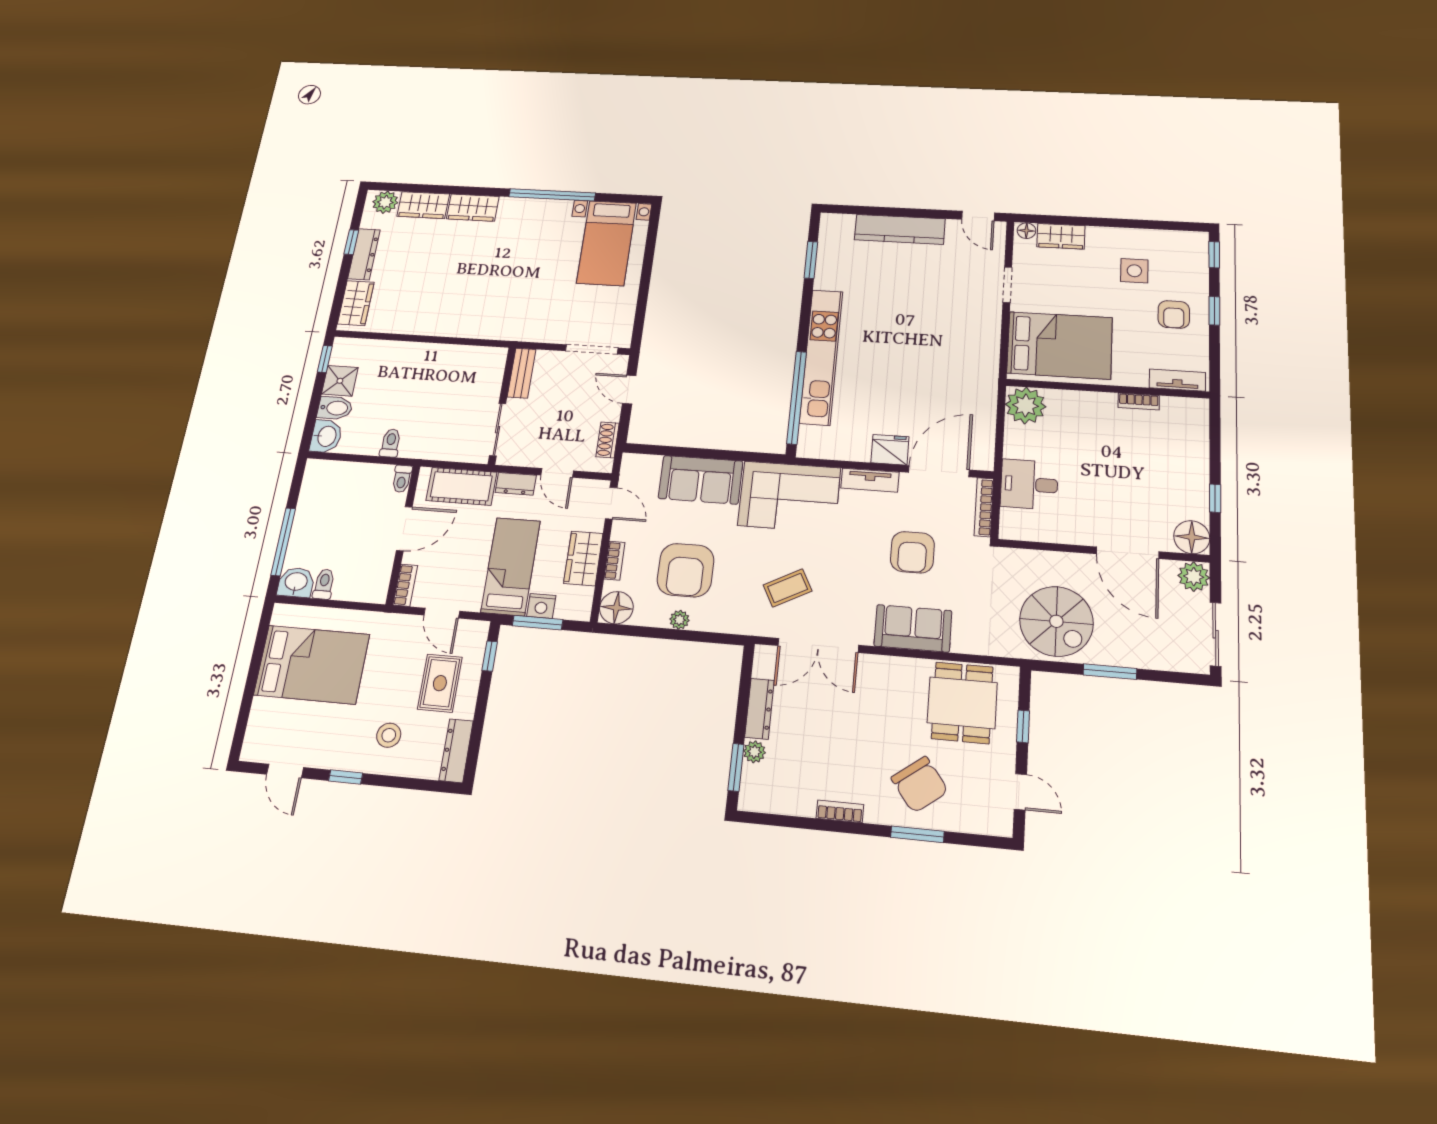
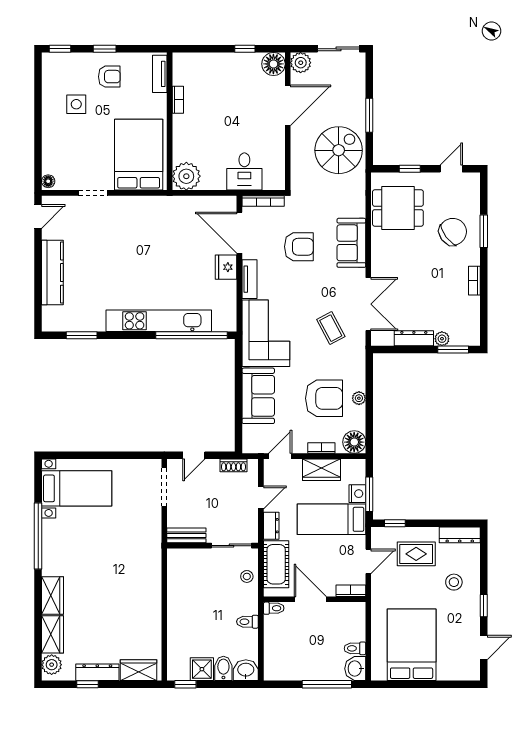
wardrobe: (1061, 236) -> (51, 156), removed
stool: (452, 447) -> (247, 576), added

